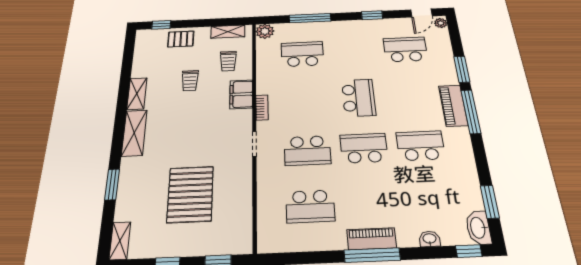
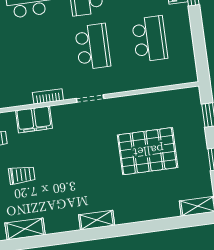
shelving: (137, 94) -> (25, 229), moved
shelving: (134, 133) -> (97, 220), width x0.67, depth x0.75
window: (112, 184) -> (144, 227), removed

